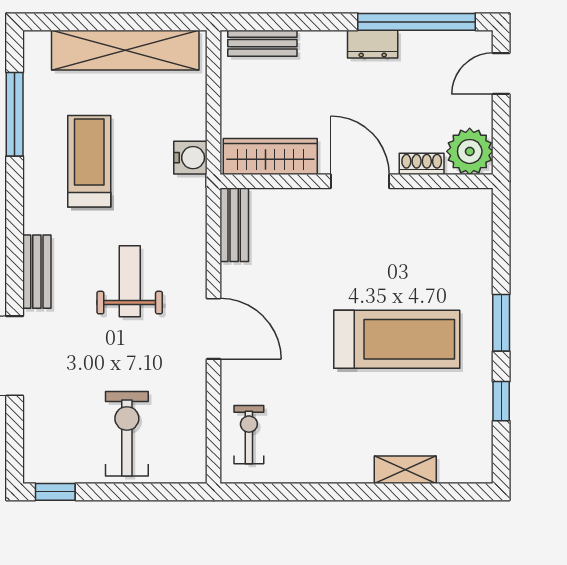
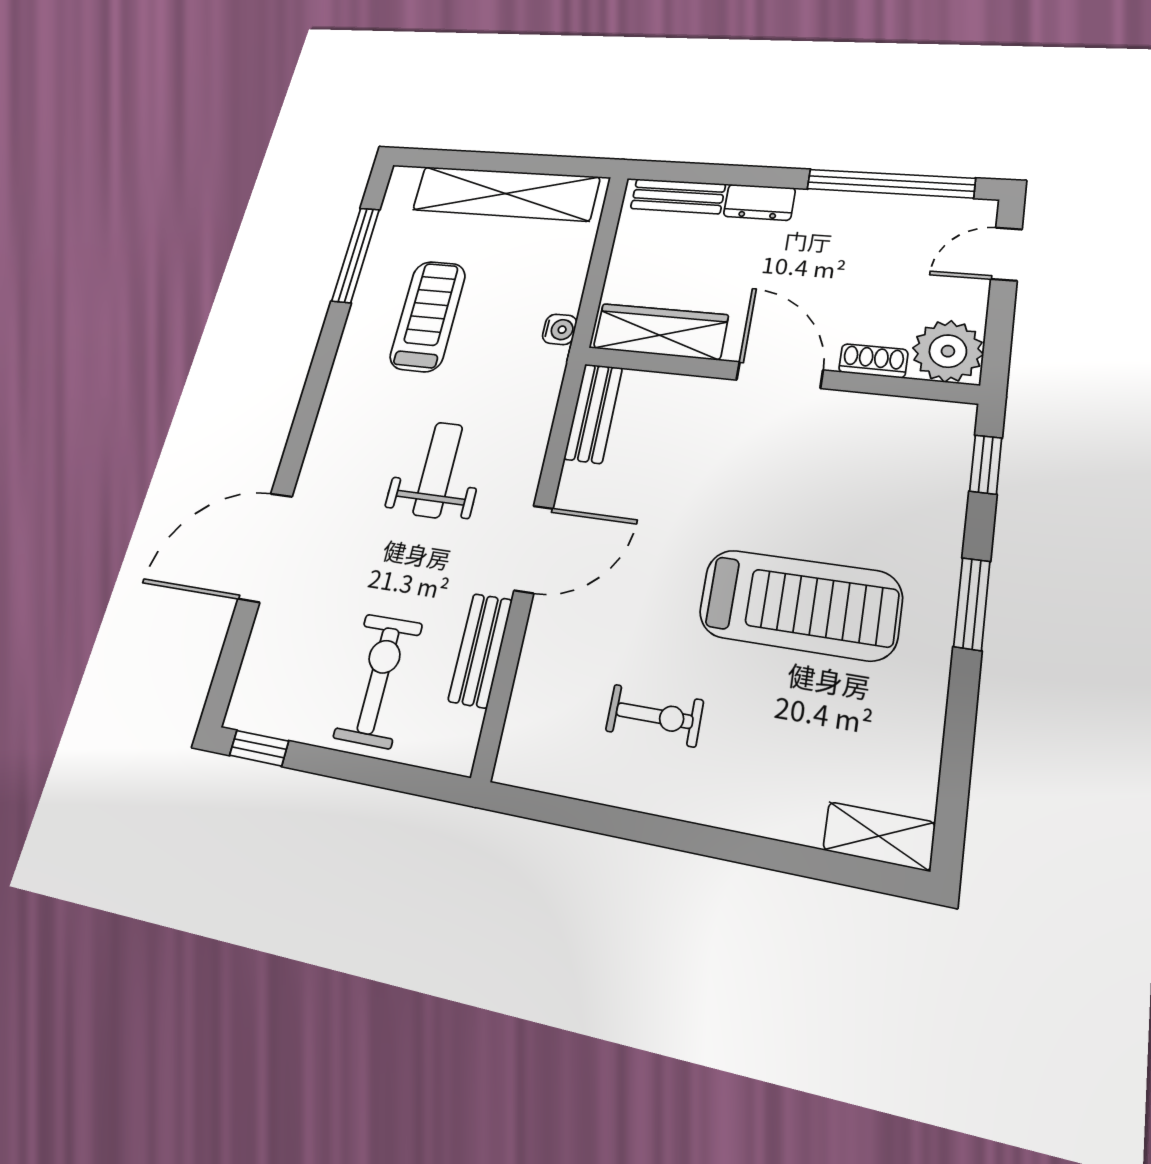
dresser: (373, 44) -> (759, 202), moved
water cooler: (190, 158) -> (560, 329), width x0.72, depth x0.72
bench: (37, 272) -> (480, 650), moved
door: (214, 329) -> (534, 549), hinge flipped
window: (501, 401) -> (986, 465), moved
exercise bike: (249, 435) -> (655, 716), moved, turned 90
shelving: (405, 470) -> (879, 836), moved

